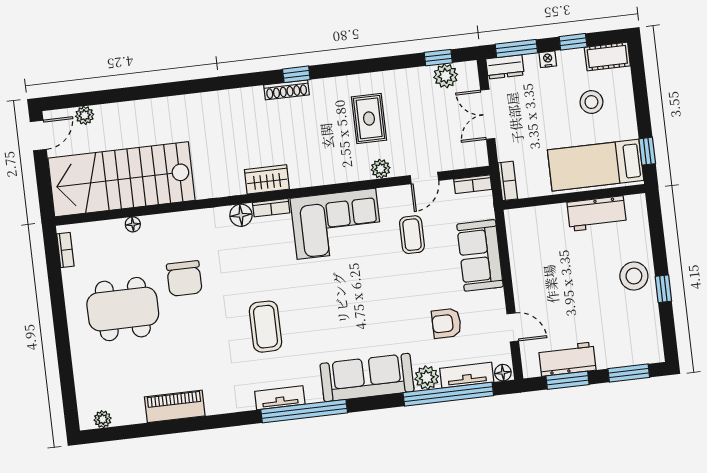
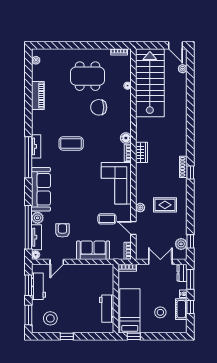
cot: (607, 57) -> (181, 309), moved
stool: (634, 276) -> (50, 318), moved
dining table: (123, 309) -> (88, 76), turned 90

